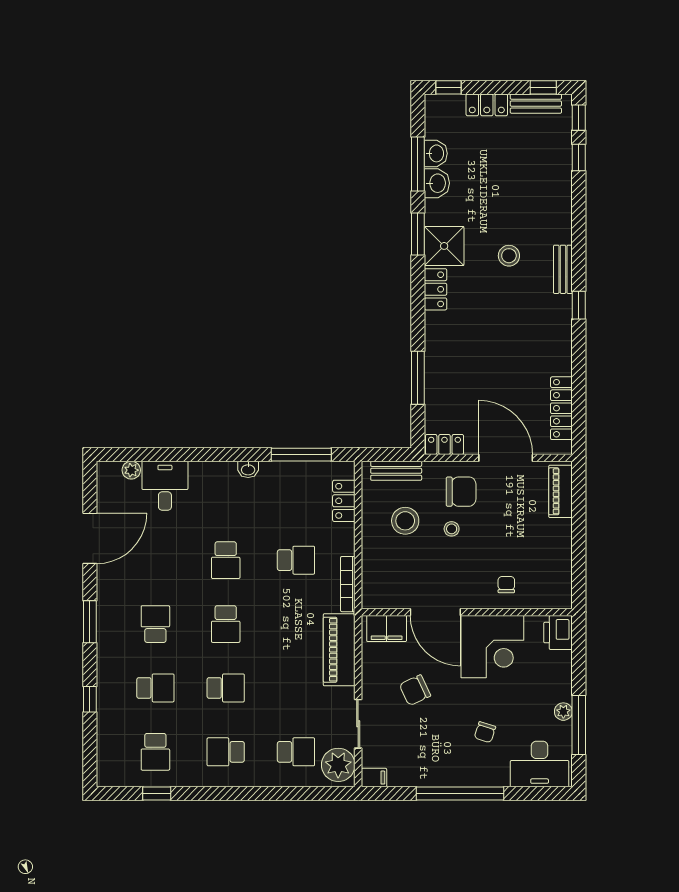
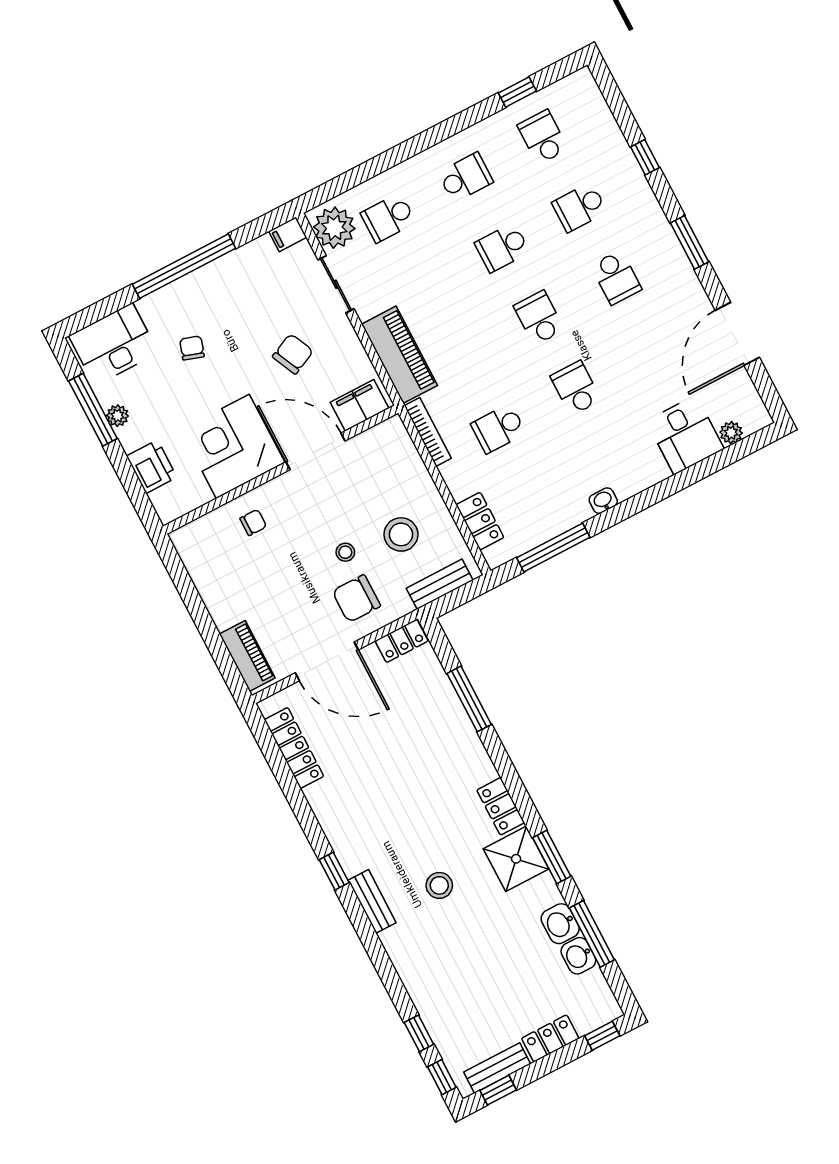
chair: (506, 585) -> (253, 522), turned -90
printer: (558, 633) -> (152, 467), moved

